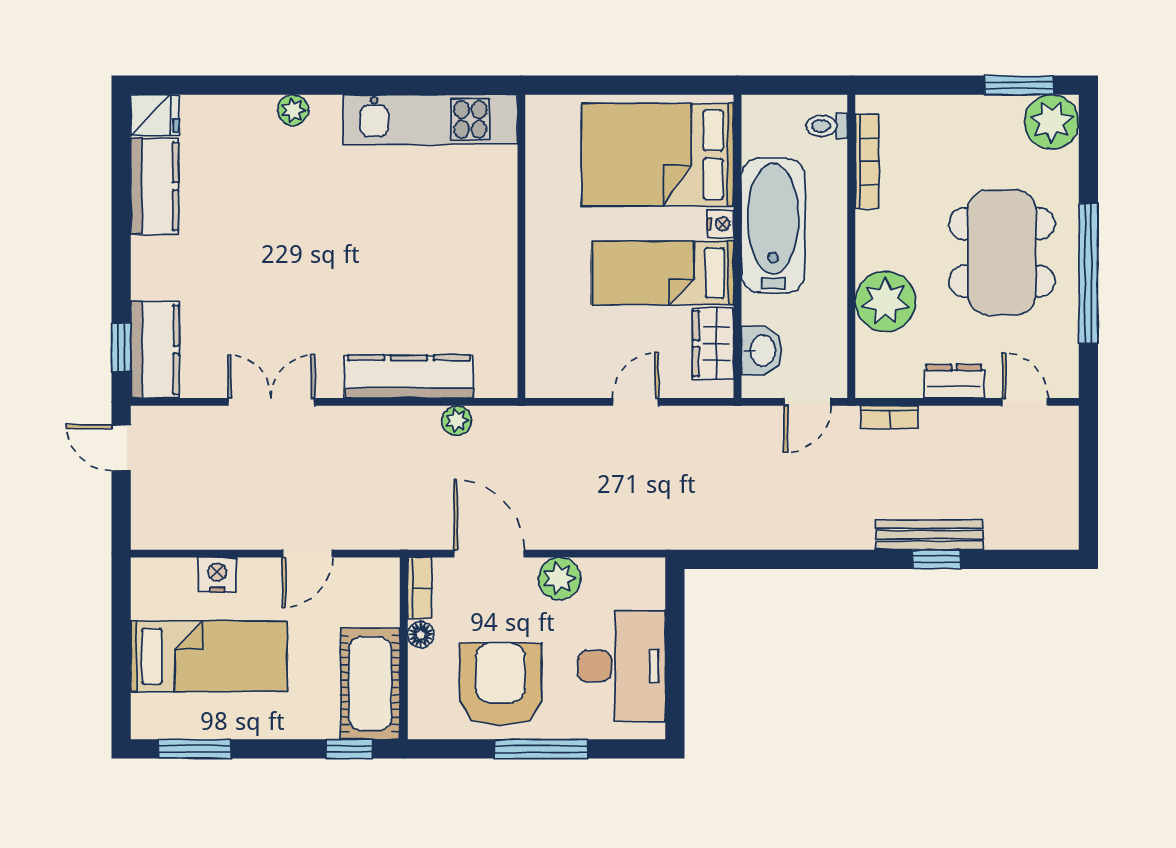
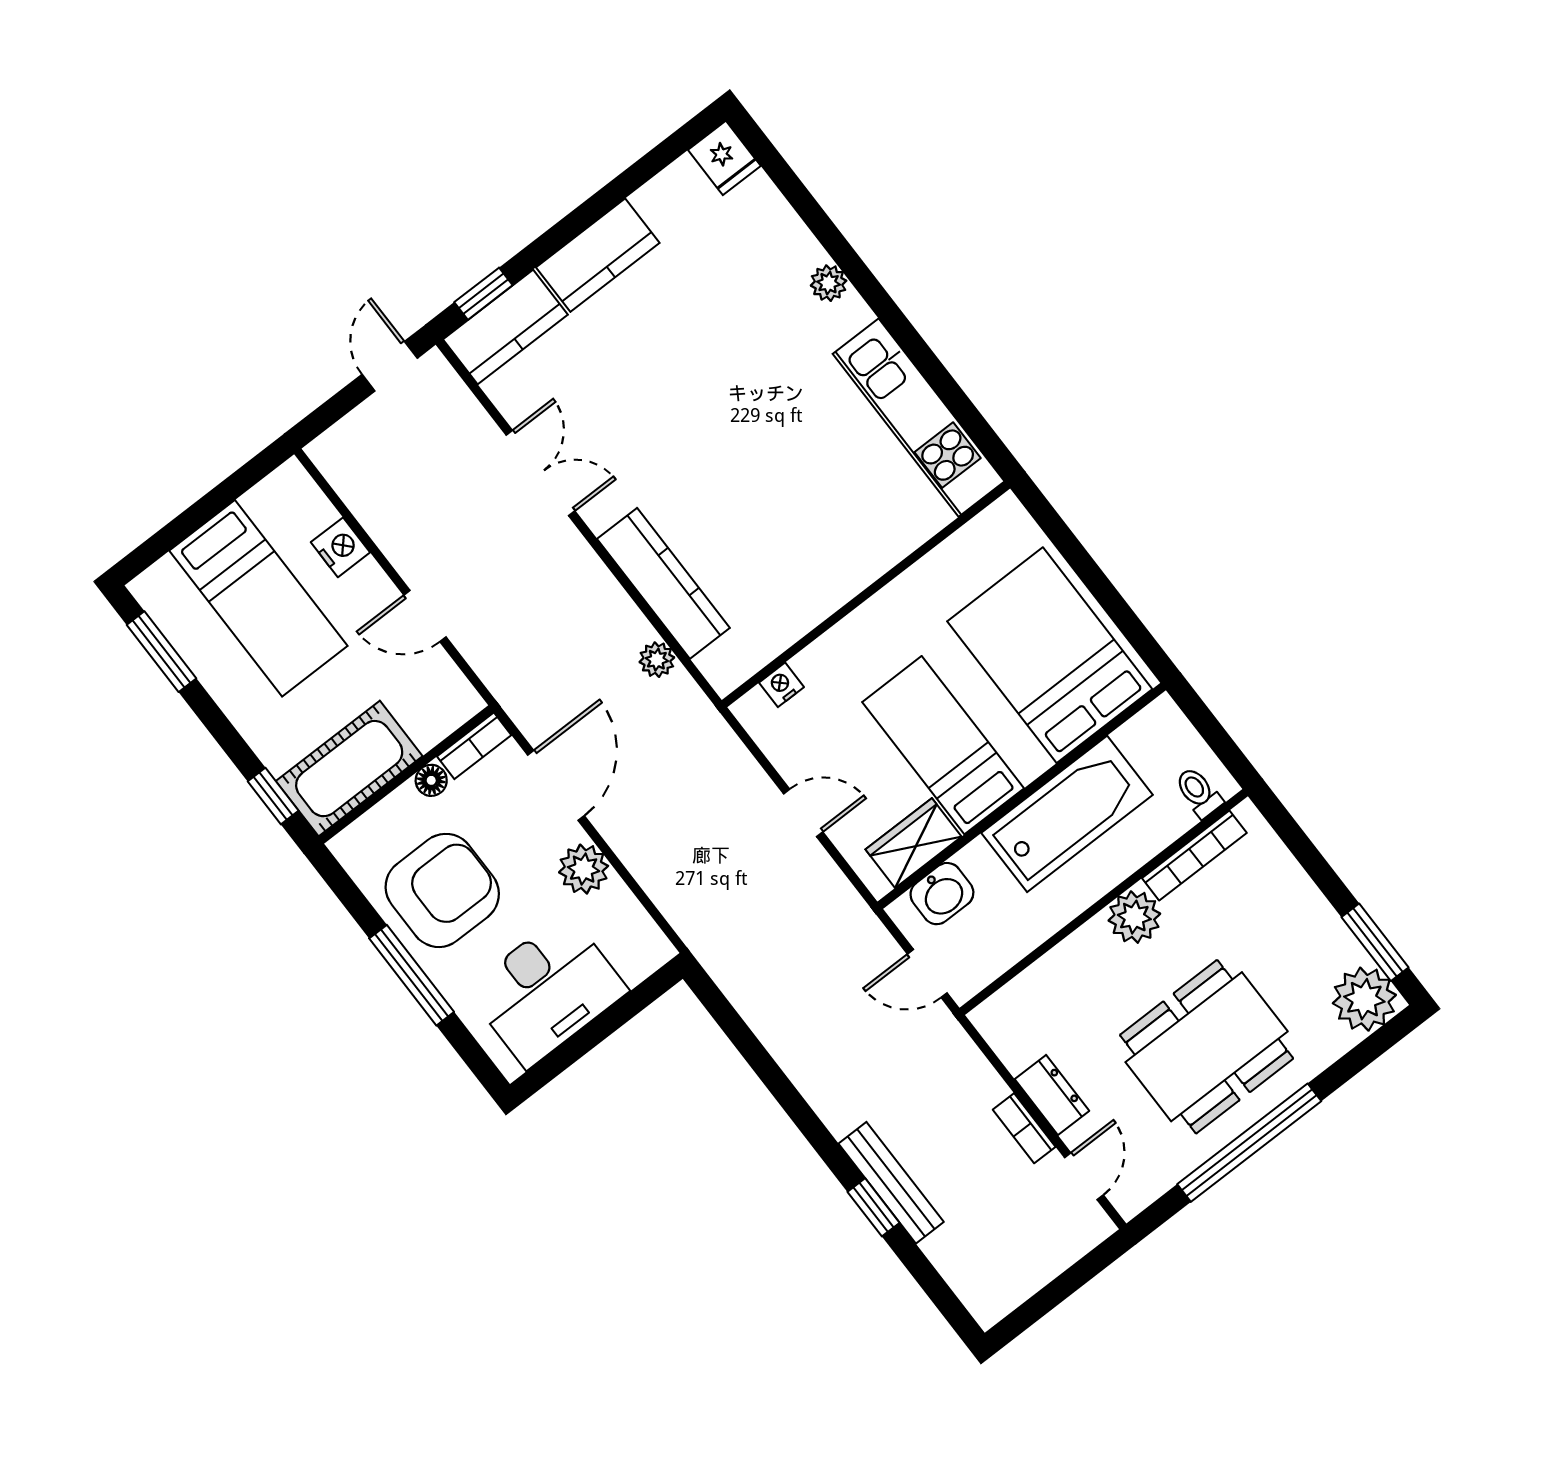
kitchen counter: (155, 186) -> (598, 255), moved
nightstand: (721, 224) -> (781, 685), moved, turned 180
plant: (885, 301) -> (1134, 917), moved, width x0.73, depth x0.73
bookcase: (890, 417) -> (1024, 1128), moved

